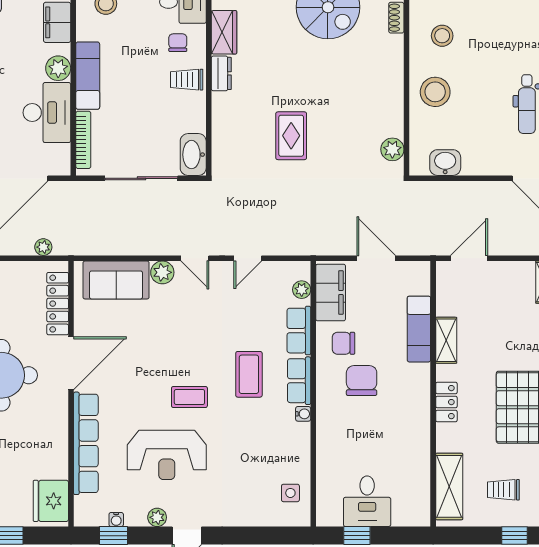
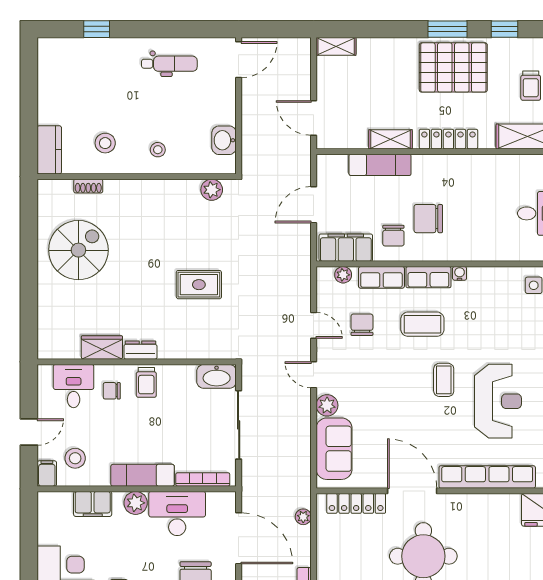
stool: (435, 92) -> (158, 150), width x0.53, depth x0.53
door: (195, 258) -> (314, 375), swing flipped
chair: (248, 310) -> (362, 325), added
locker: (446, 402) -> (448, 139), width x1.53

